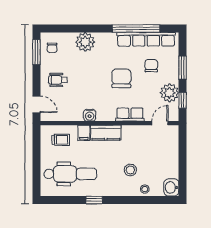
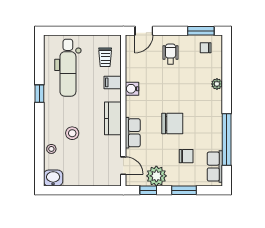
row of seats: (146, 39) -> (215, 167), width x0.50
plant: (85, 42) -> (217, 84), width x0.53, depth x0.53
kitchen counter: (106, 133) -> (113, 118), moved

